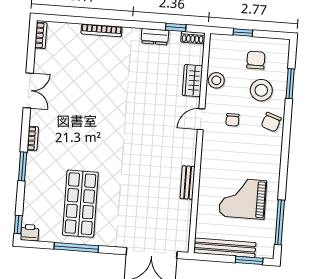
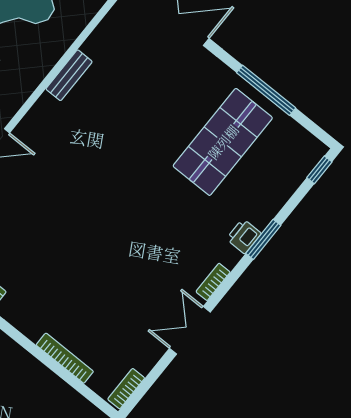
bookcase: (102, 30) -> (65, 358), moved
bookcase: (33, 138) -> (213, 282), moved
printer: (30, 233) -> (244, 236), moved, turned 90

